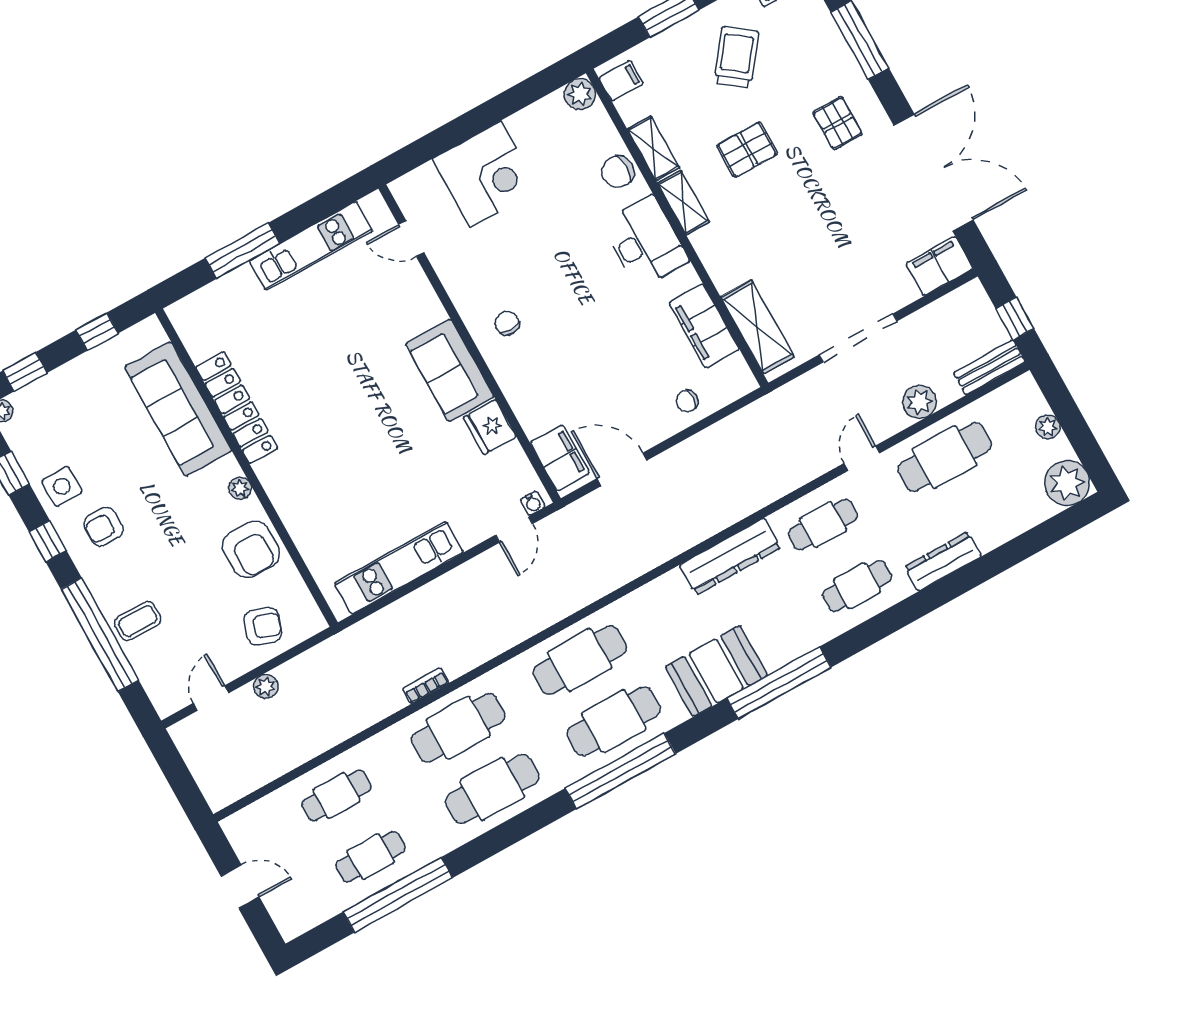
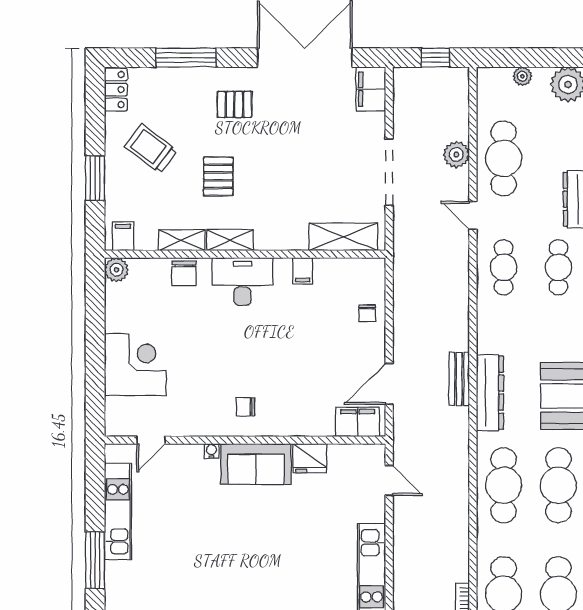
filing cabinet: (704, 326) -> (303, 271), width x0.33, depth x0.86
bench: (989, 367) -> (459, 379), moved
water cooler: (533, 503) -> (211, 451), moved, turned -90
dresser: (730, 556) -> (490, 393), moved

